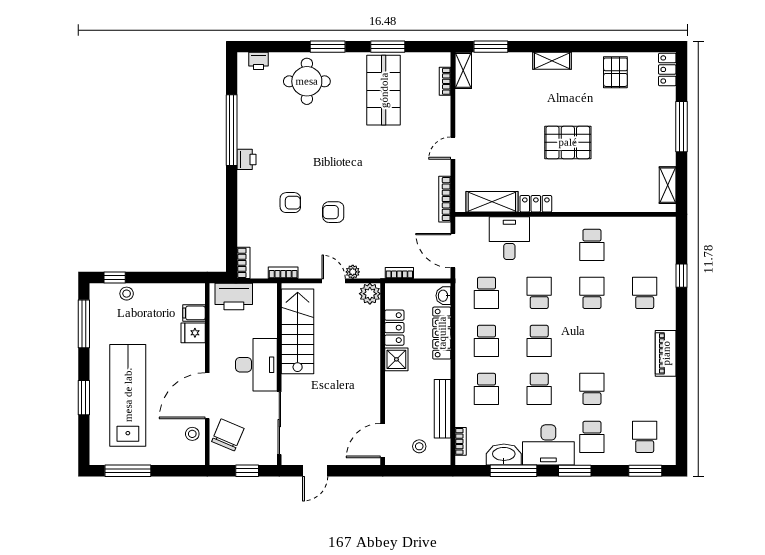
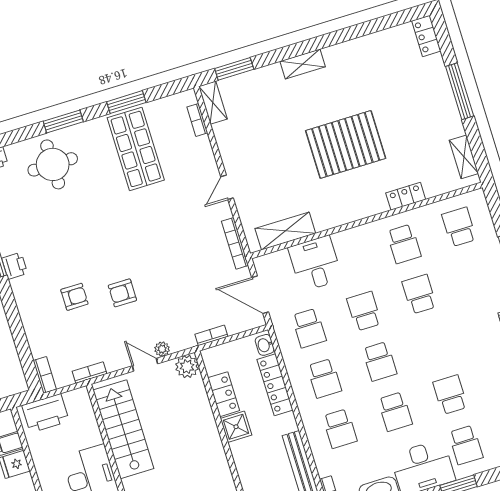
pallet: (615, 72) -> (373, 55), removed
pallet: (568, 142) -> (346, 144), width x1.37, depth x1.41
locker: (536, 204) -> (406, 196), moved
school desk: (645, 293) -> (459, 227), moved

